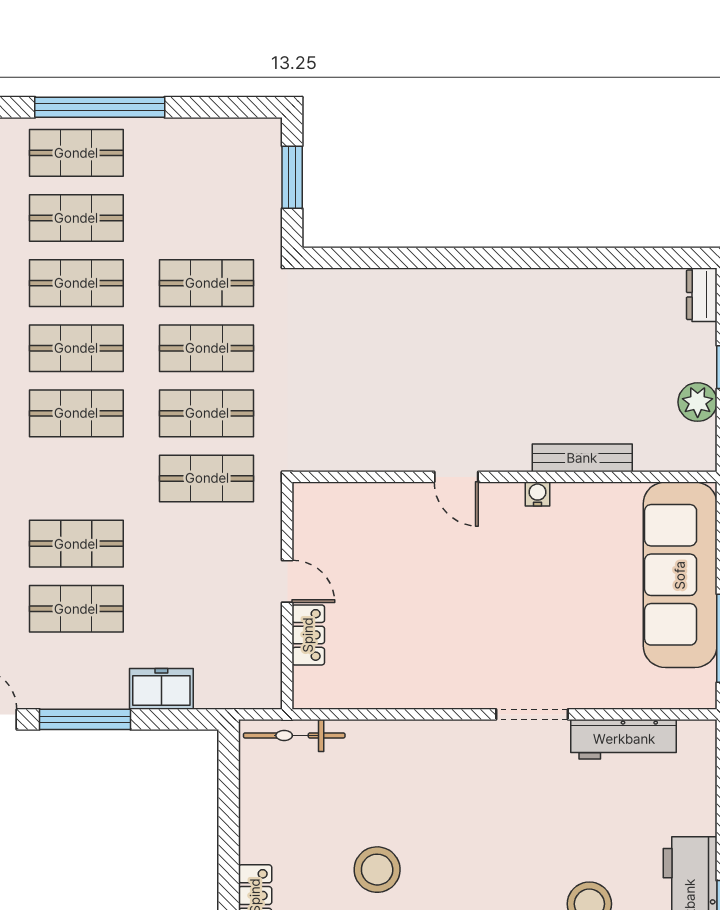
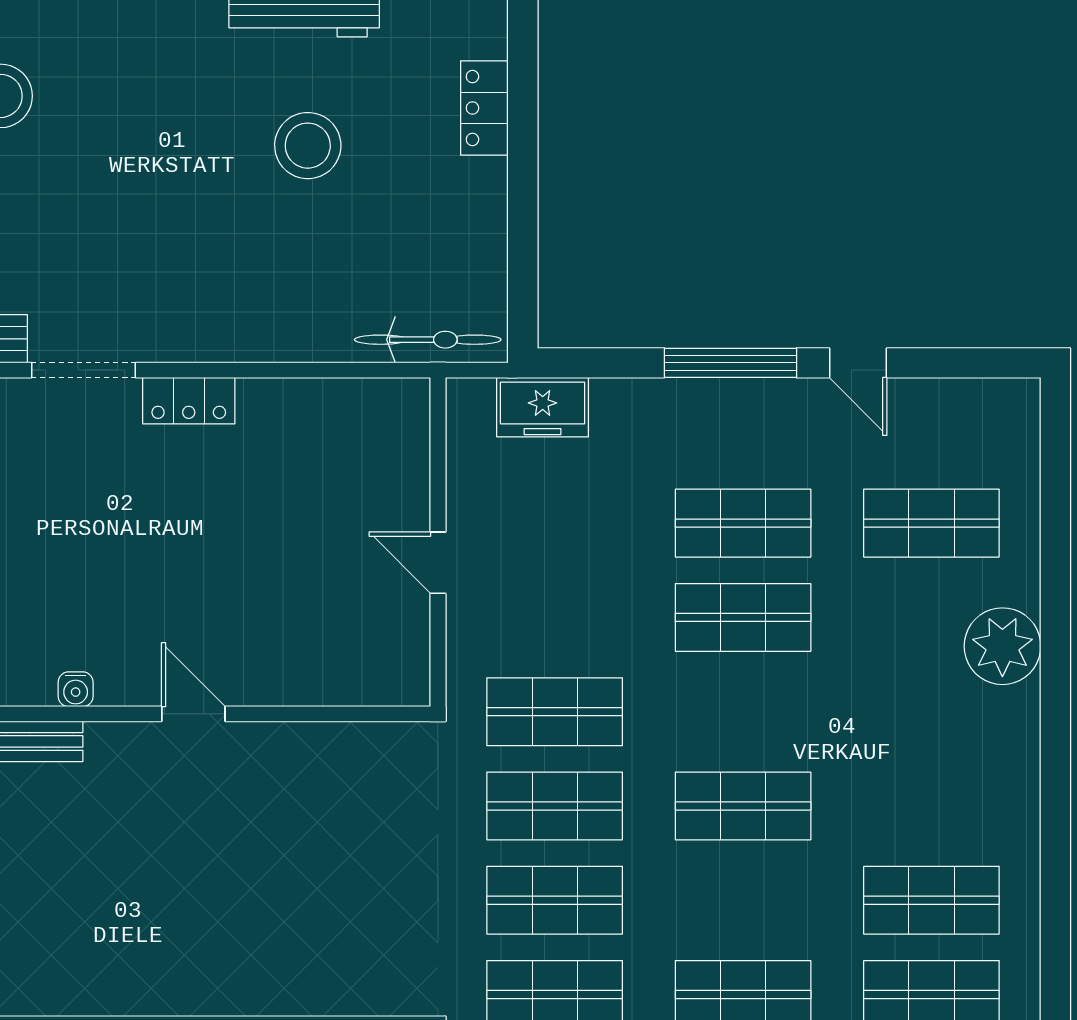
shop shelf: (76, 348) -> (743, 900), removed
locker: (308, 635) -> (189, 401), moved, turned -90
freezer: (161, 689) -> (543, 407), moved

